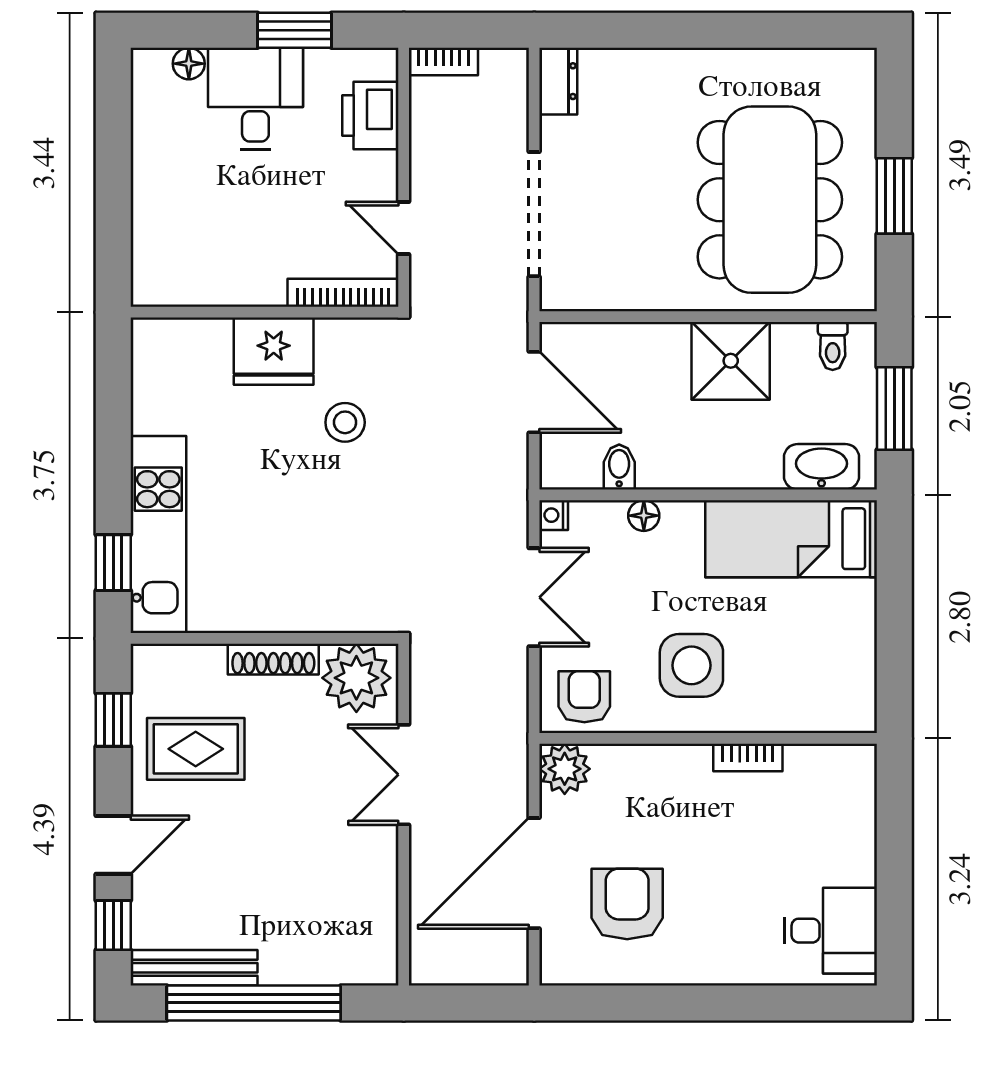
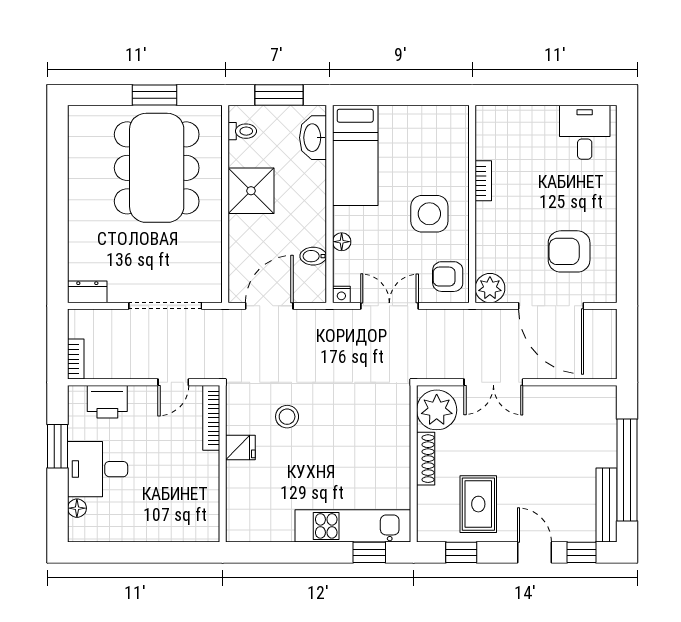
dining table: (770, 200) -> (157, 168), turned 90
fridge: (274, 351) -> (240, 448), width x0.53, depth x0.75

